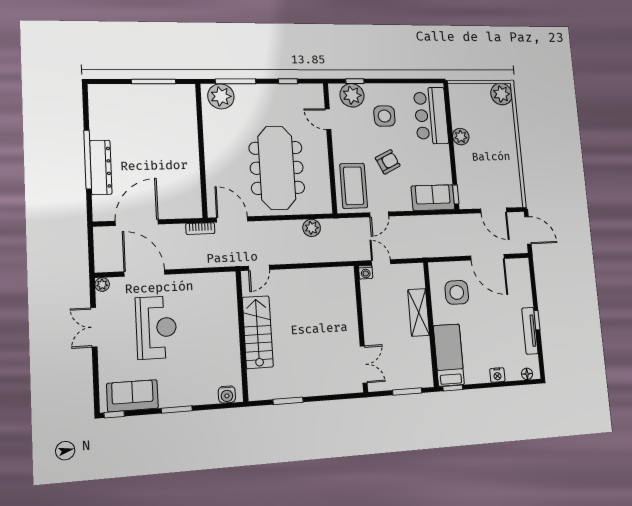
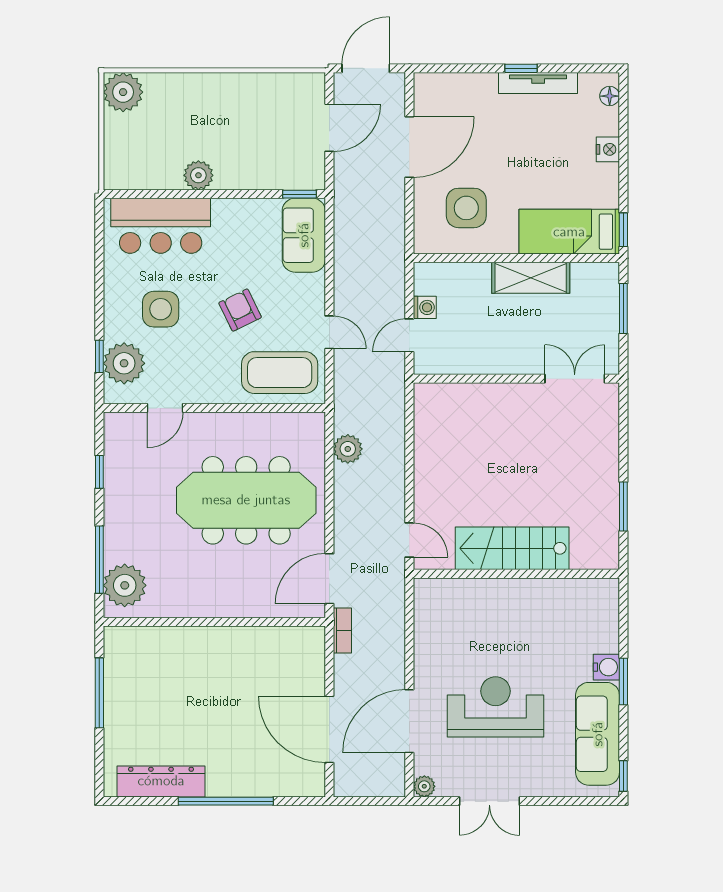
dresser: (101, 167) -> (161, 781), moved
washing machine: (366, 272) -> (425, 307), moved
shelving: (419, 312) -> (531, 278), moved
water cooler: (227, 395) -> (606, 667), moved
sofa: (133, 396) -> (598, 734), width x1.36

